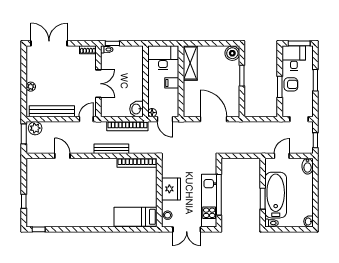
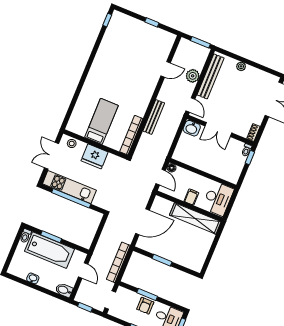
boiler: (232, 53) -> (196, 264), removed
shelving: (190, 63) -> (195, 218), width x1.47
window: (242, 76) -> (162, 260), moved
washbasin: (137, 109) -> (192, 128), moved, turned 180
door: (165, 119) -> (161, 177), swing flipped
bookcase: (127, 126) -> (118, 262), moved
plant: (35, 128) -> (193, 76), moved
window: (24, 201) -> (152, 22), moved
bed: (136, 217) -> (101, 121), moved
washbasin: (309, 221) -> (33, 278), moved

